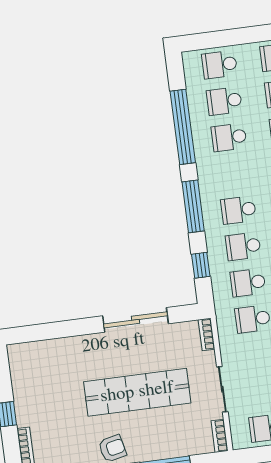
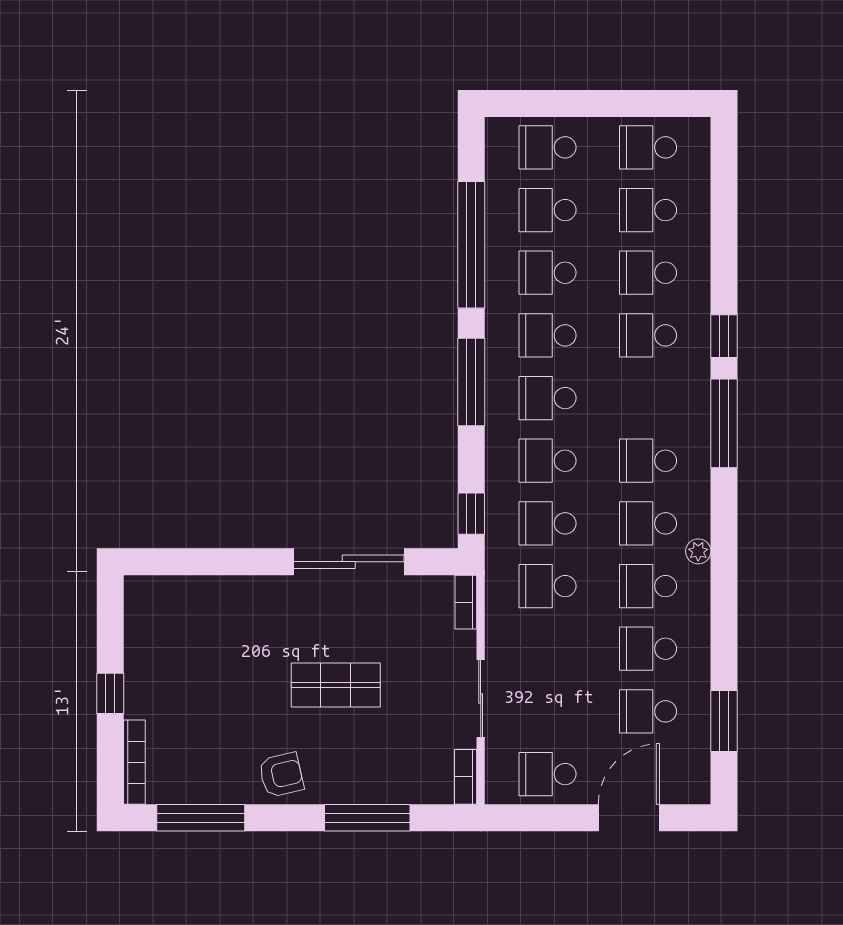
school desk: (234, 174) -> (547, 335), added
window: (201, 265) -> (471, 514), moved
shop shelf: (137, 392) -> (336, 685), width x0.50, depth x0.74

